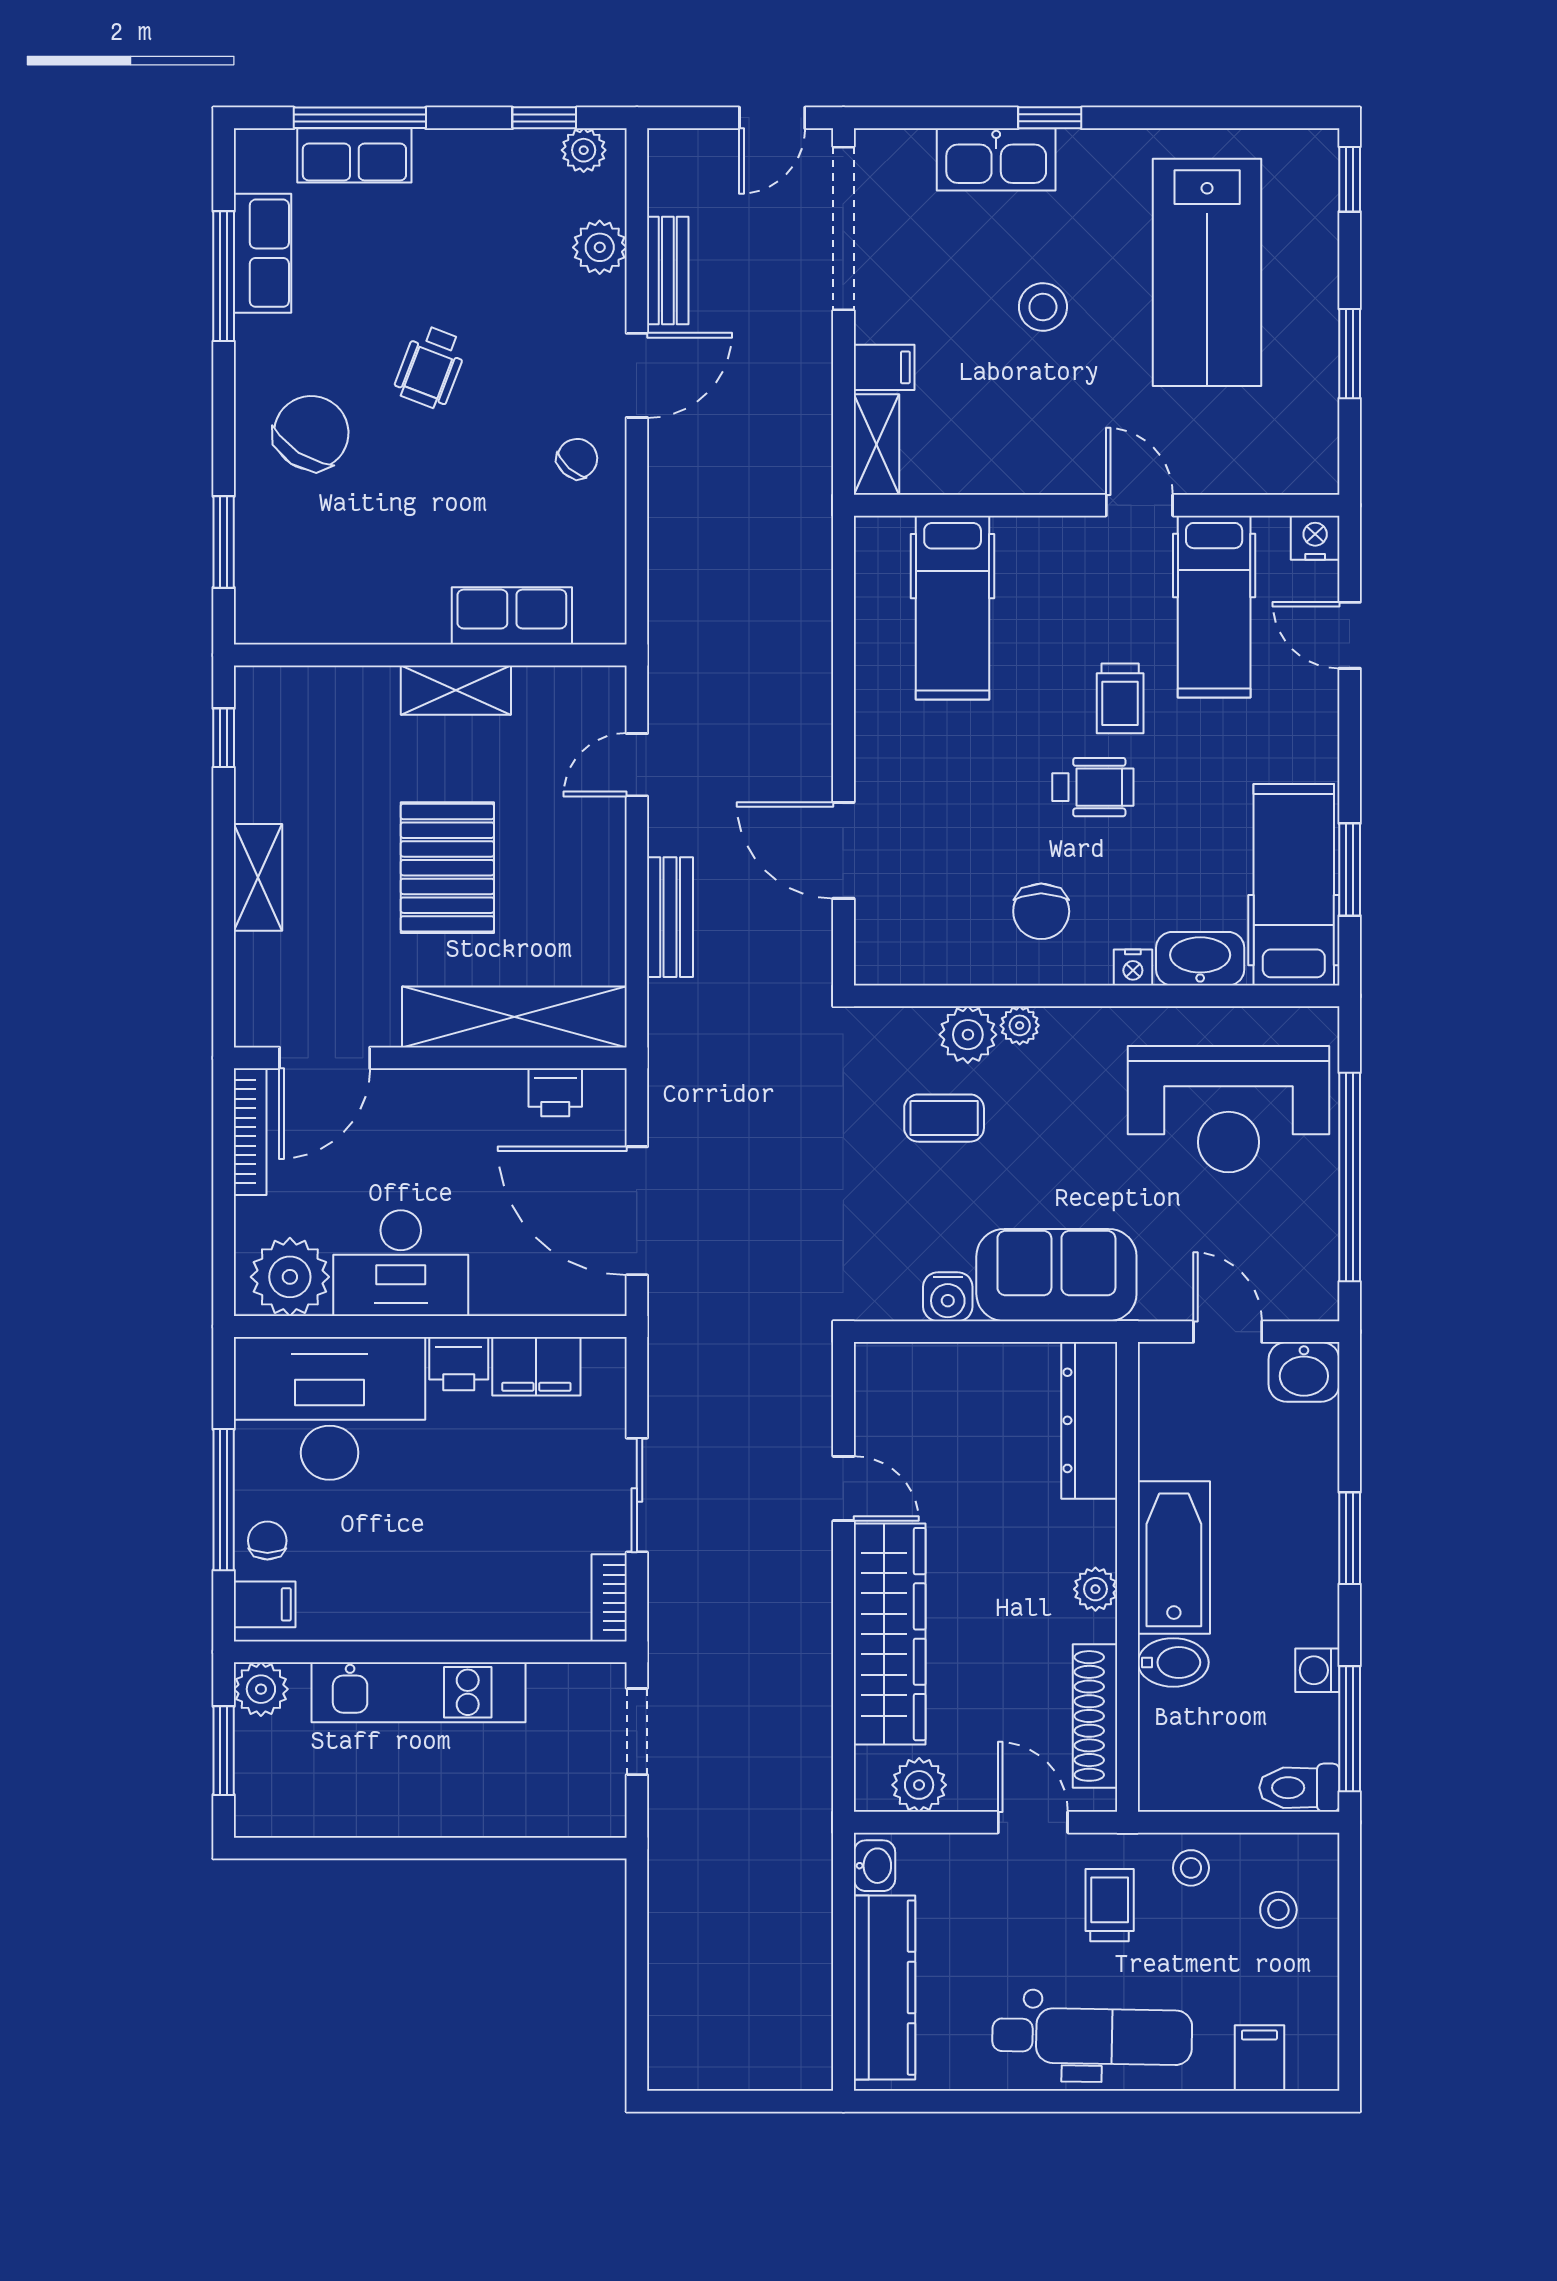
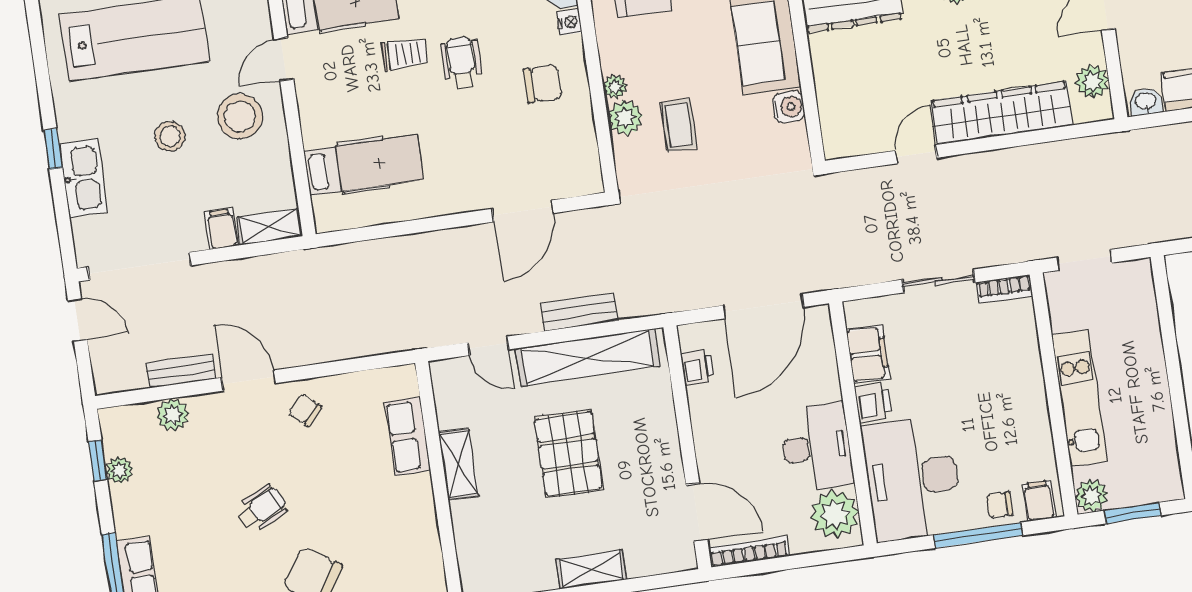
plant: (584, 150) -> (119, 470), moved
wheelchair: (430, 367) -> (261, 508), turned -47
stool: (1058, 422) -> (240, 116), added
pallet: (447, 868) -> (569, 454), turned 90
shelving: (514, 1017) -> (588, 357), moved, turned 90

